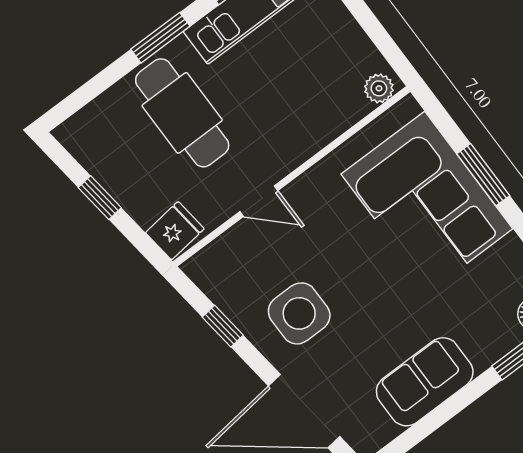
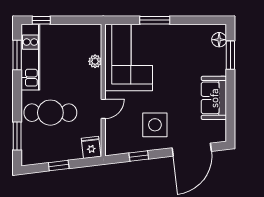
window: (160, 38) -> (17, 136), moved
plant: (379, 88) -> (95, 61), moved
corner sofa: (427, 201) -> (129, 58), moved, turned -90

